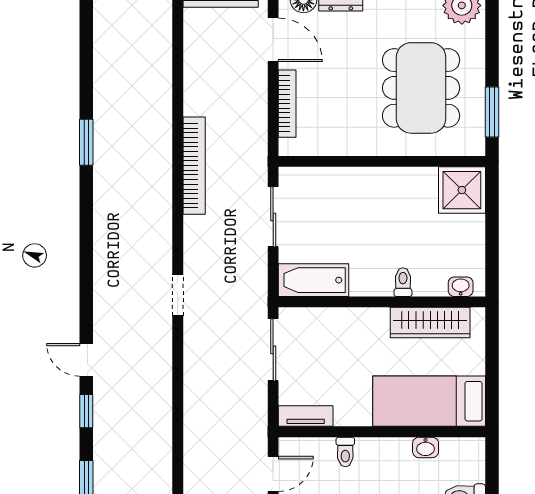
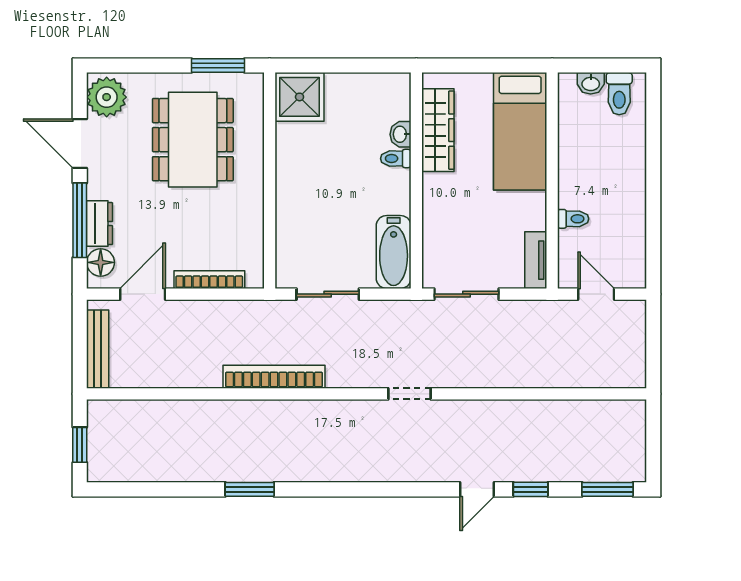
dining table: (421, 88) -> (193, 140), turned 90
washbasin: (461, 287) -> (401, 134), moved
washbasin: (426, 447) -> (591, 83), moved, turned 90

